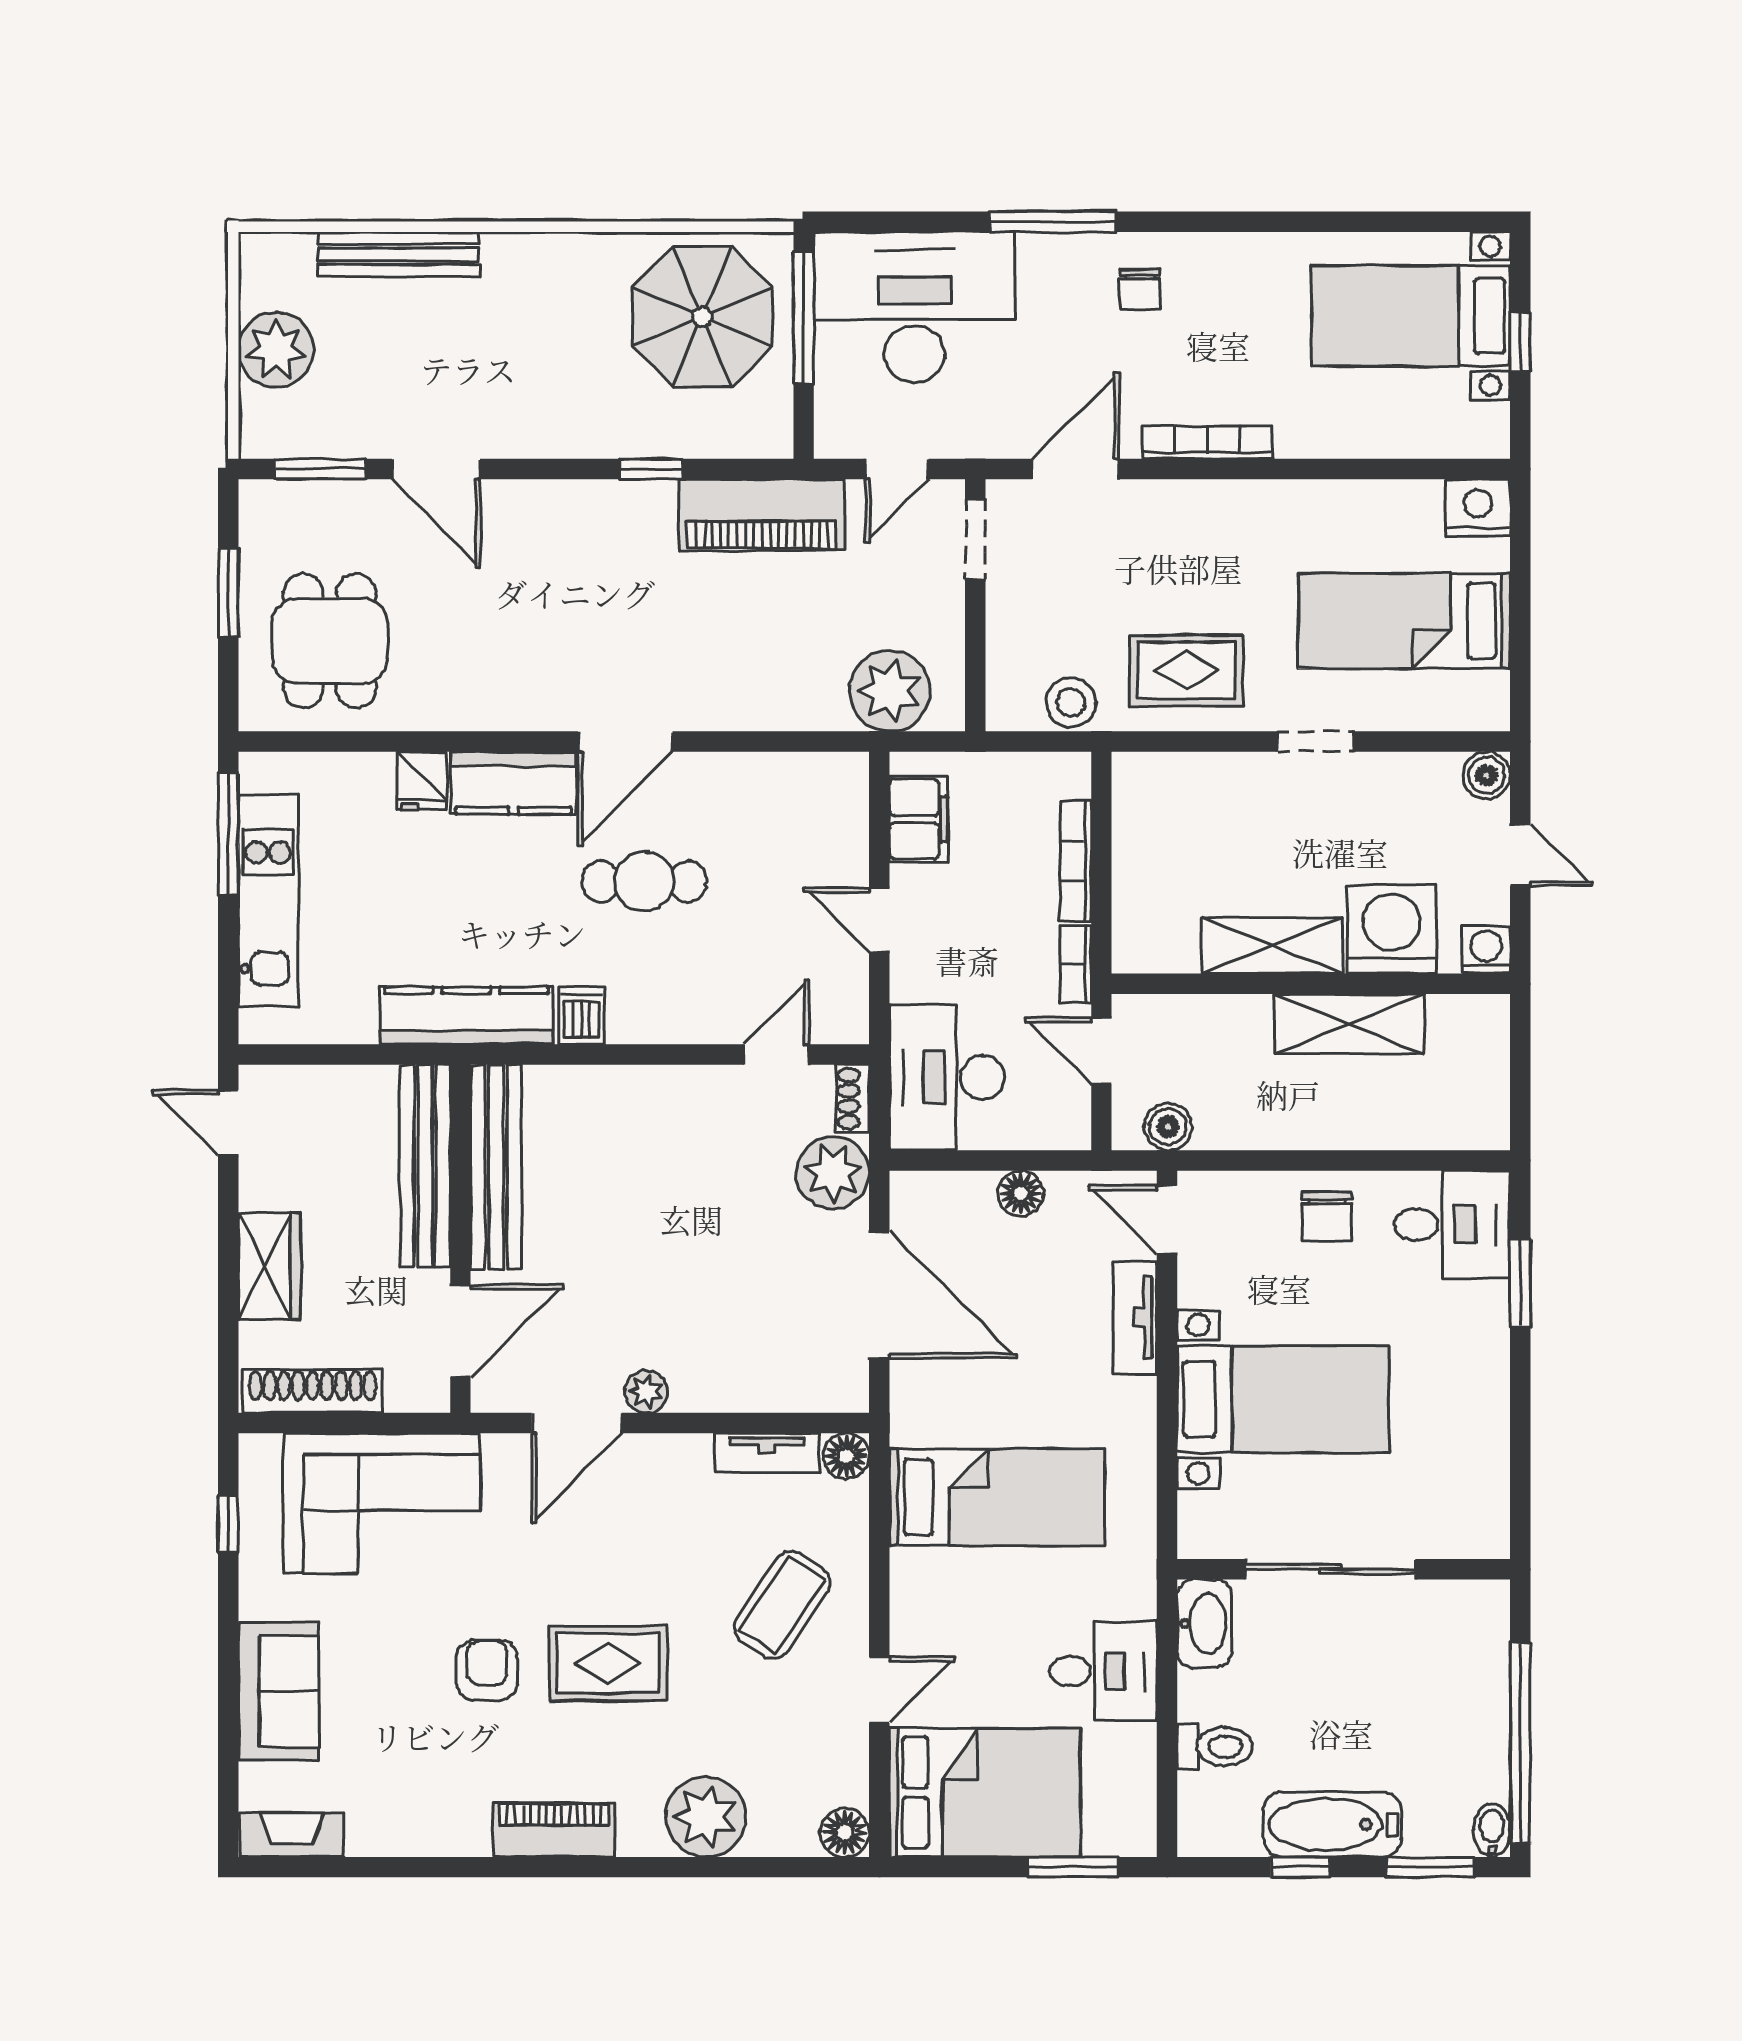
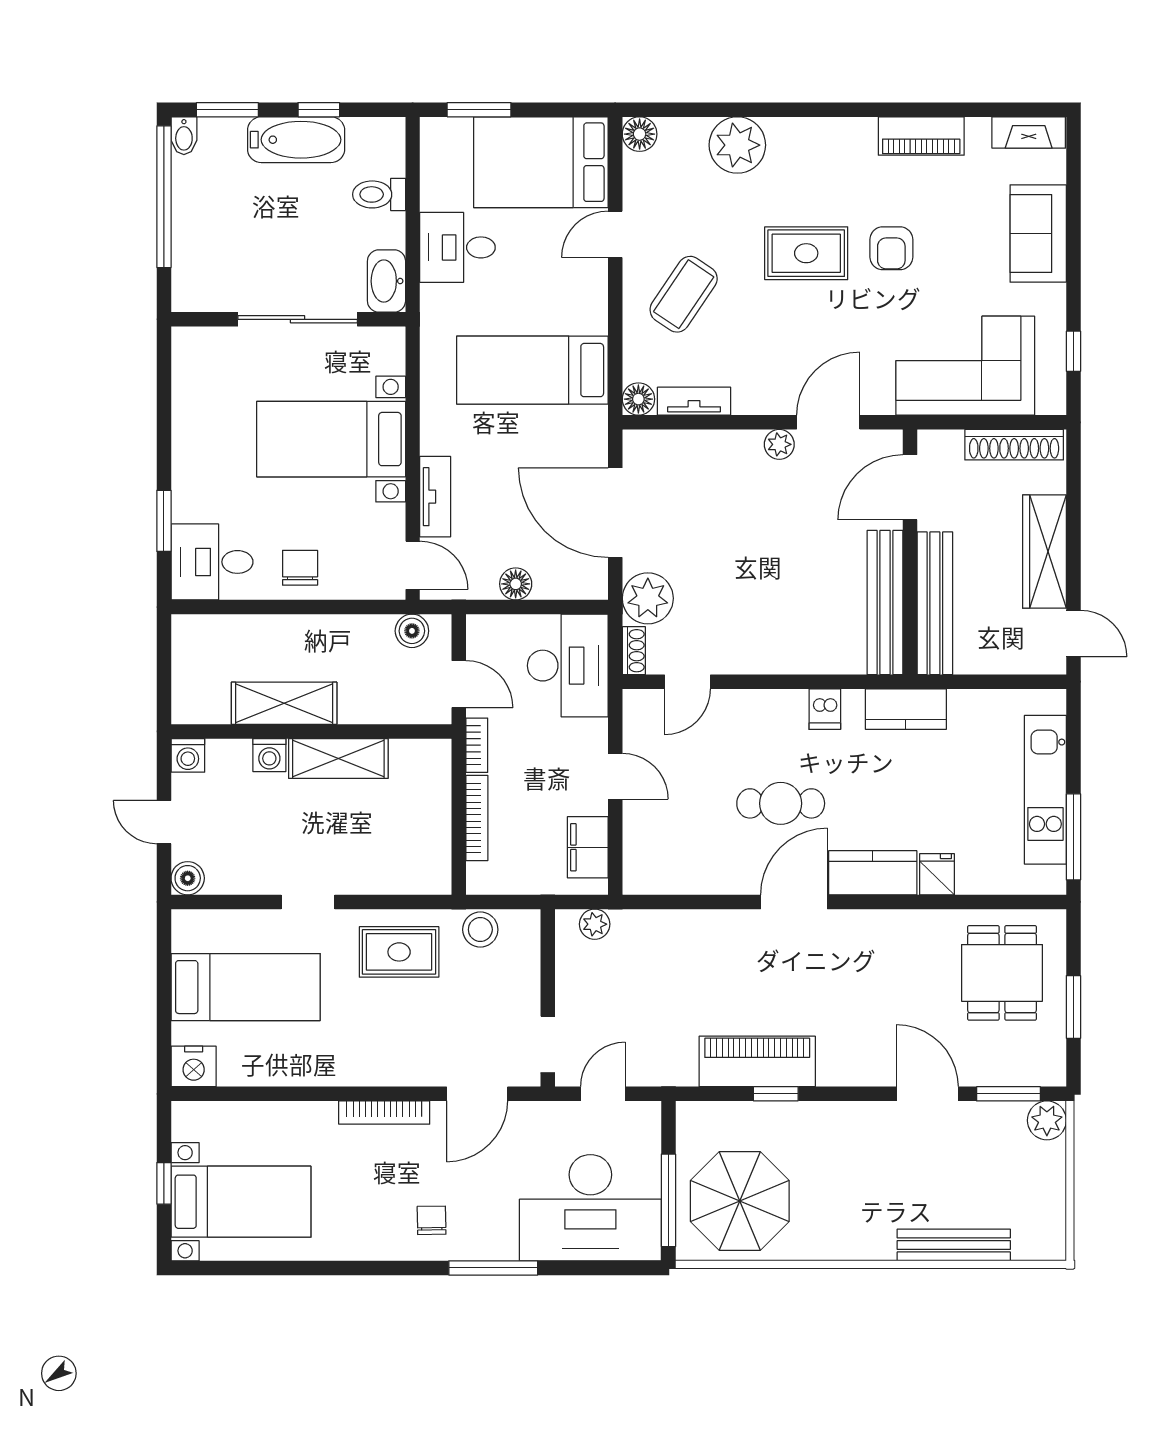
plant: (276, 350) -> (1047, 1120), moved, width x0.73, depth x0.73
piano: (762, 515) -> (757, 1061), moved
plant: (890, 691) -> (595, 924), width x0.53, depth x0.53
washing machine: (1391, 929) -> (269, 755), width x0.53, depth x0.53
kitchen counter: (466, 1016) -> (906, 709), width x0.67
wardrobe: (269, 1266) -> (1044, 552), width x1.50
piano: (554, 1830) -> (921, 136), moved

